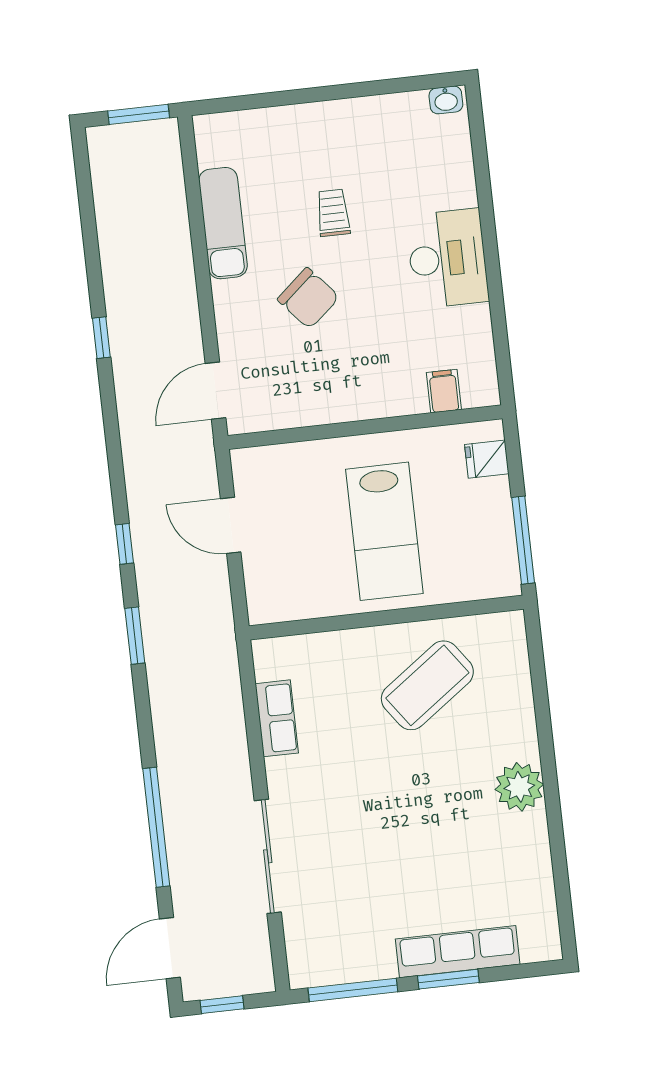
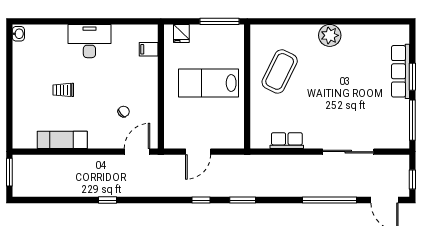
chair: (308, 298) -> (124, 112), moved, width x0.54, depth x0.54
door: (216, 391) -> (137, 152), swing flipped
lab bench: (384, 531) -> (209, 83), turned 180
coffee table: (427, 685) -> (280, 71), turned 62

